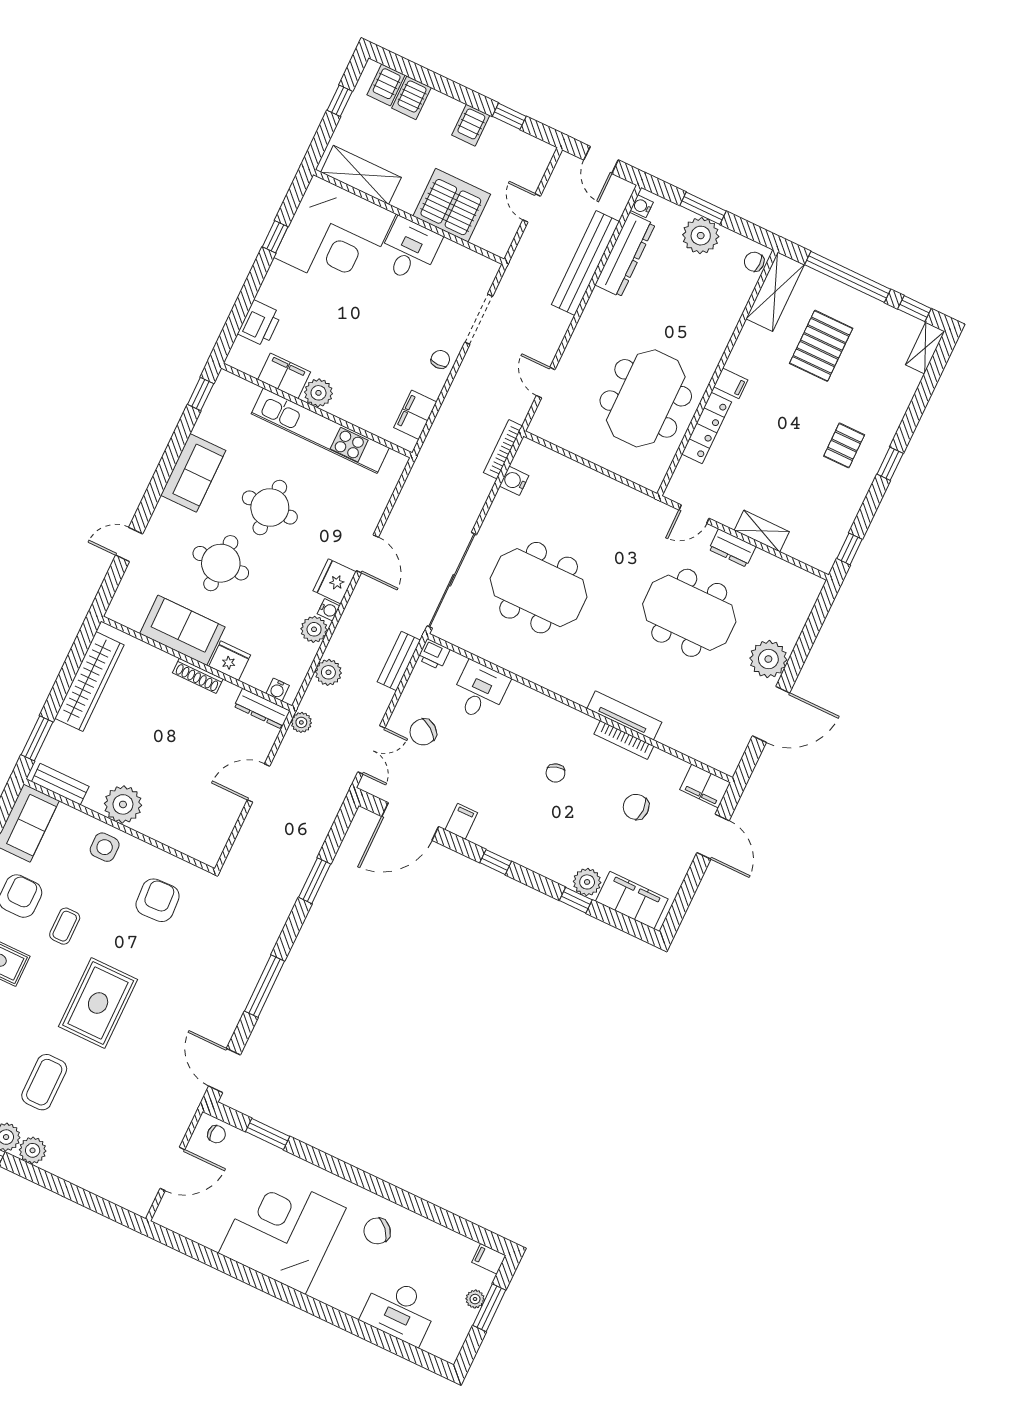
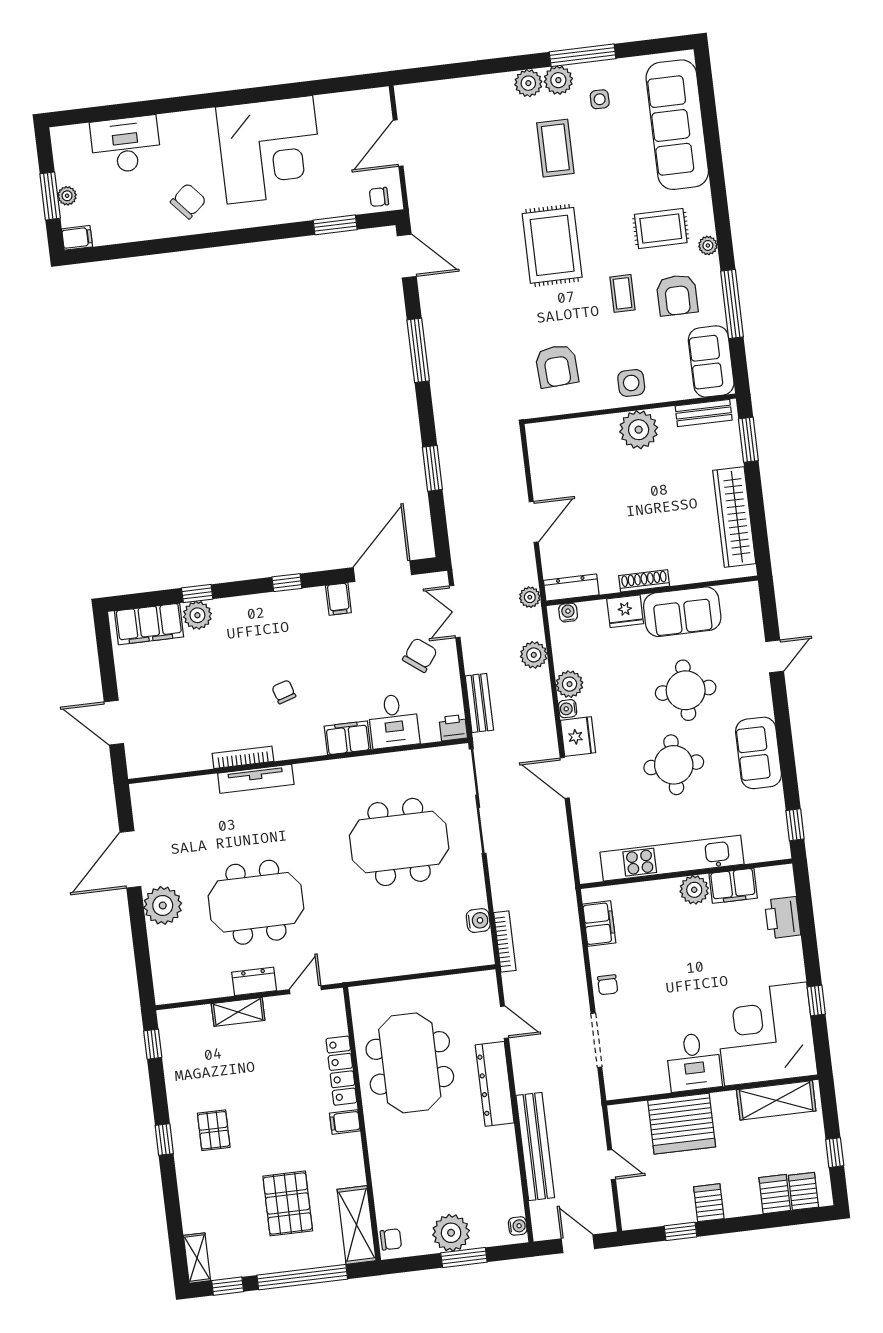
dresser: (625, 255) -> (495, 1084), moved
filing cabinet: (705, 786) -> (347, 738), moved
chair: (636, 807) -> (196, 706), removed

